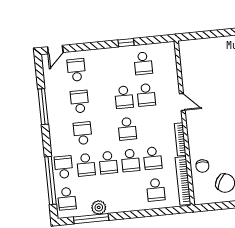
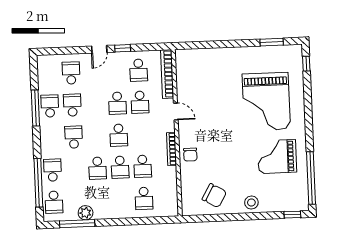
door: (55, 50) -> (99, 49), moved
school desk: (86, 165) -> (50, 106), moved, turned 180
chair: (202, 166) -> (190, 155), moved
bookcase: (183, 181) -> (167, 74), moved

